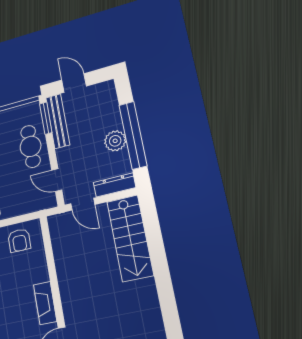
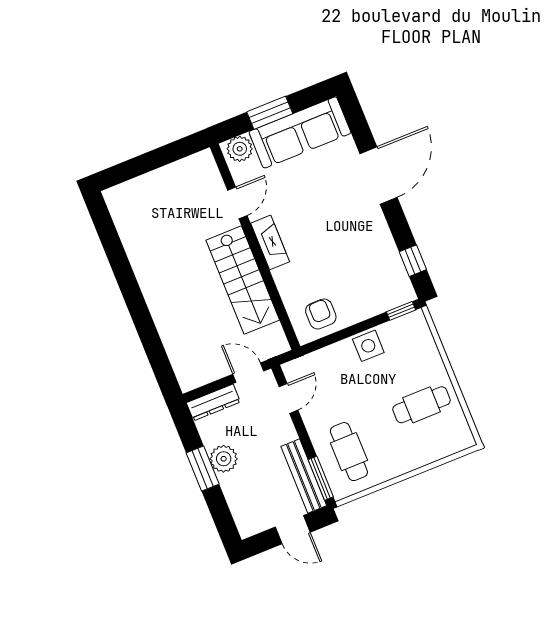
window: (133, 135) -> (203, 469), width x0.47
cafe table: (30, 146) -> (349, 452), moved
door: (57, 180) -> (288, 398), hinge flipped
stairs: (130, 238) -> (243, 280), moved, turned 180

